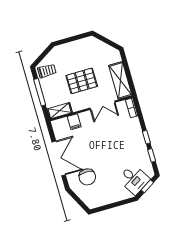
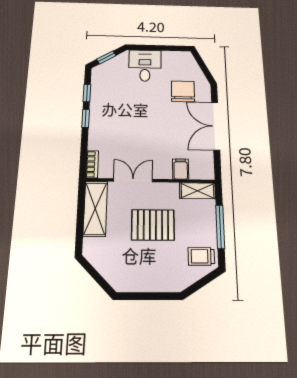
desk: (134, 179) -> (145, 66), moved, turned 32

